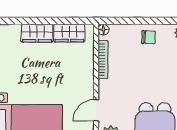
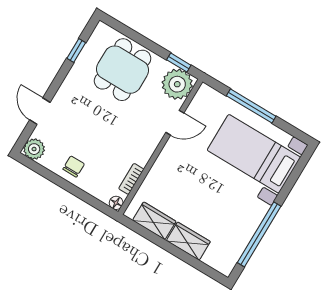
chair: (149, 37) -> (74, 167), turned 88
bookcase: (103, 60) -> (131, 179), width x0.64

